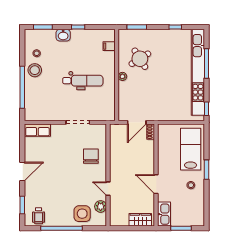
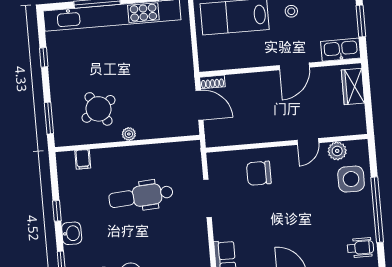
dental chair: (83, 81) -> (141, 196), turned -94

